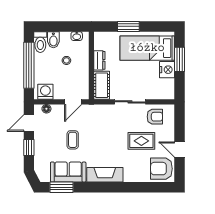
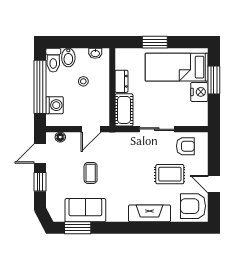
washing machine: (45, 92) -> (55, 105), moved, turned 90
fireplace: (105, 175) -> (150, 213), moved

